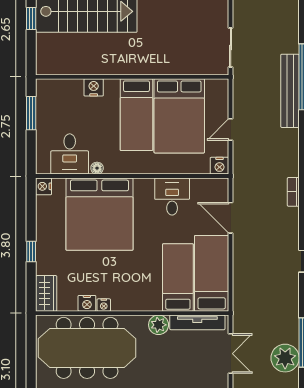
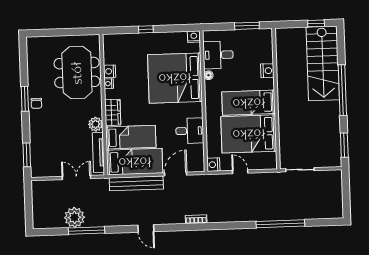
bench: (290, 91) -> (136, 183), moved
wardrobe: (46, 293) -> (113, 112), moved, turned -90
meeting table: (87, 348) -> (77, 73), width x0.73
double door: (231, 354) -> (76, 177), swing flipped

